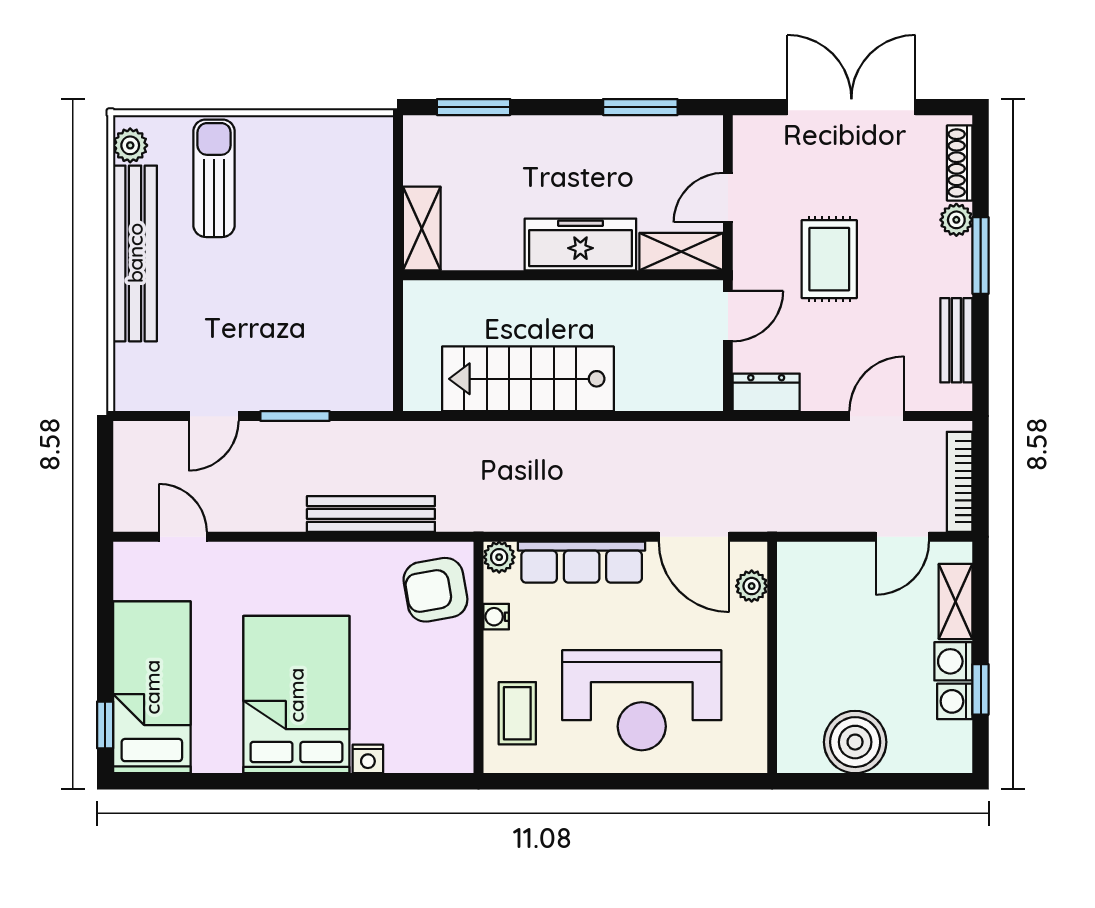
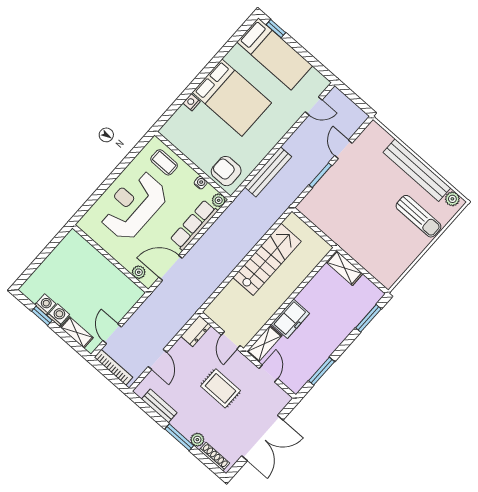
freezer: (580, 244) -> (290, 319), width x0.71
armchair: (435, 590) -> (226, 171), turned -80
boiler: (855, 742) -> (60, 261), removed

